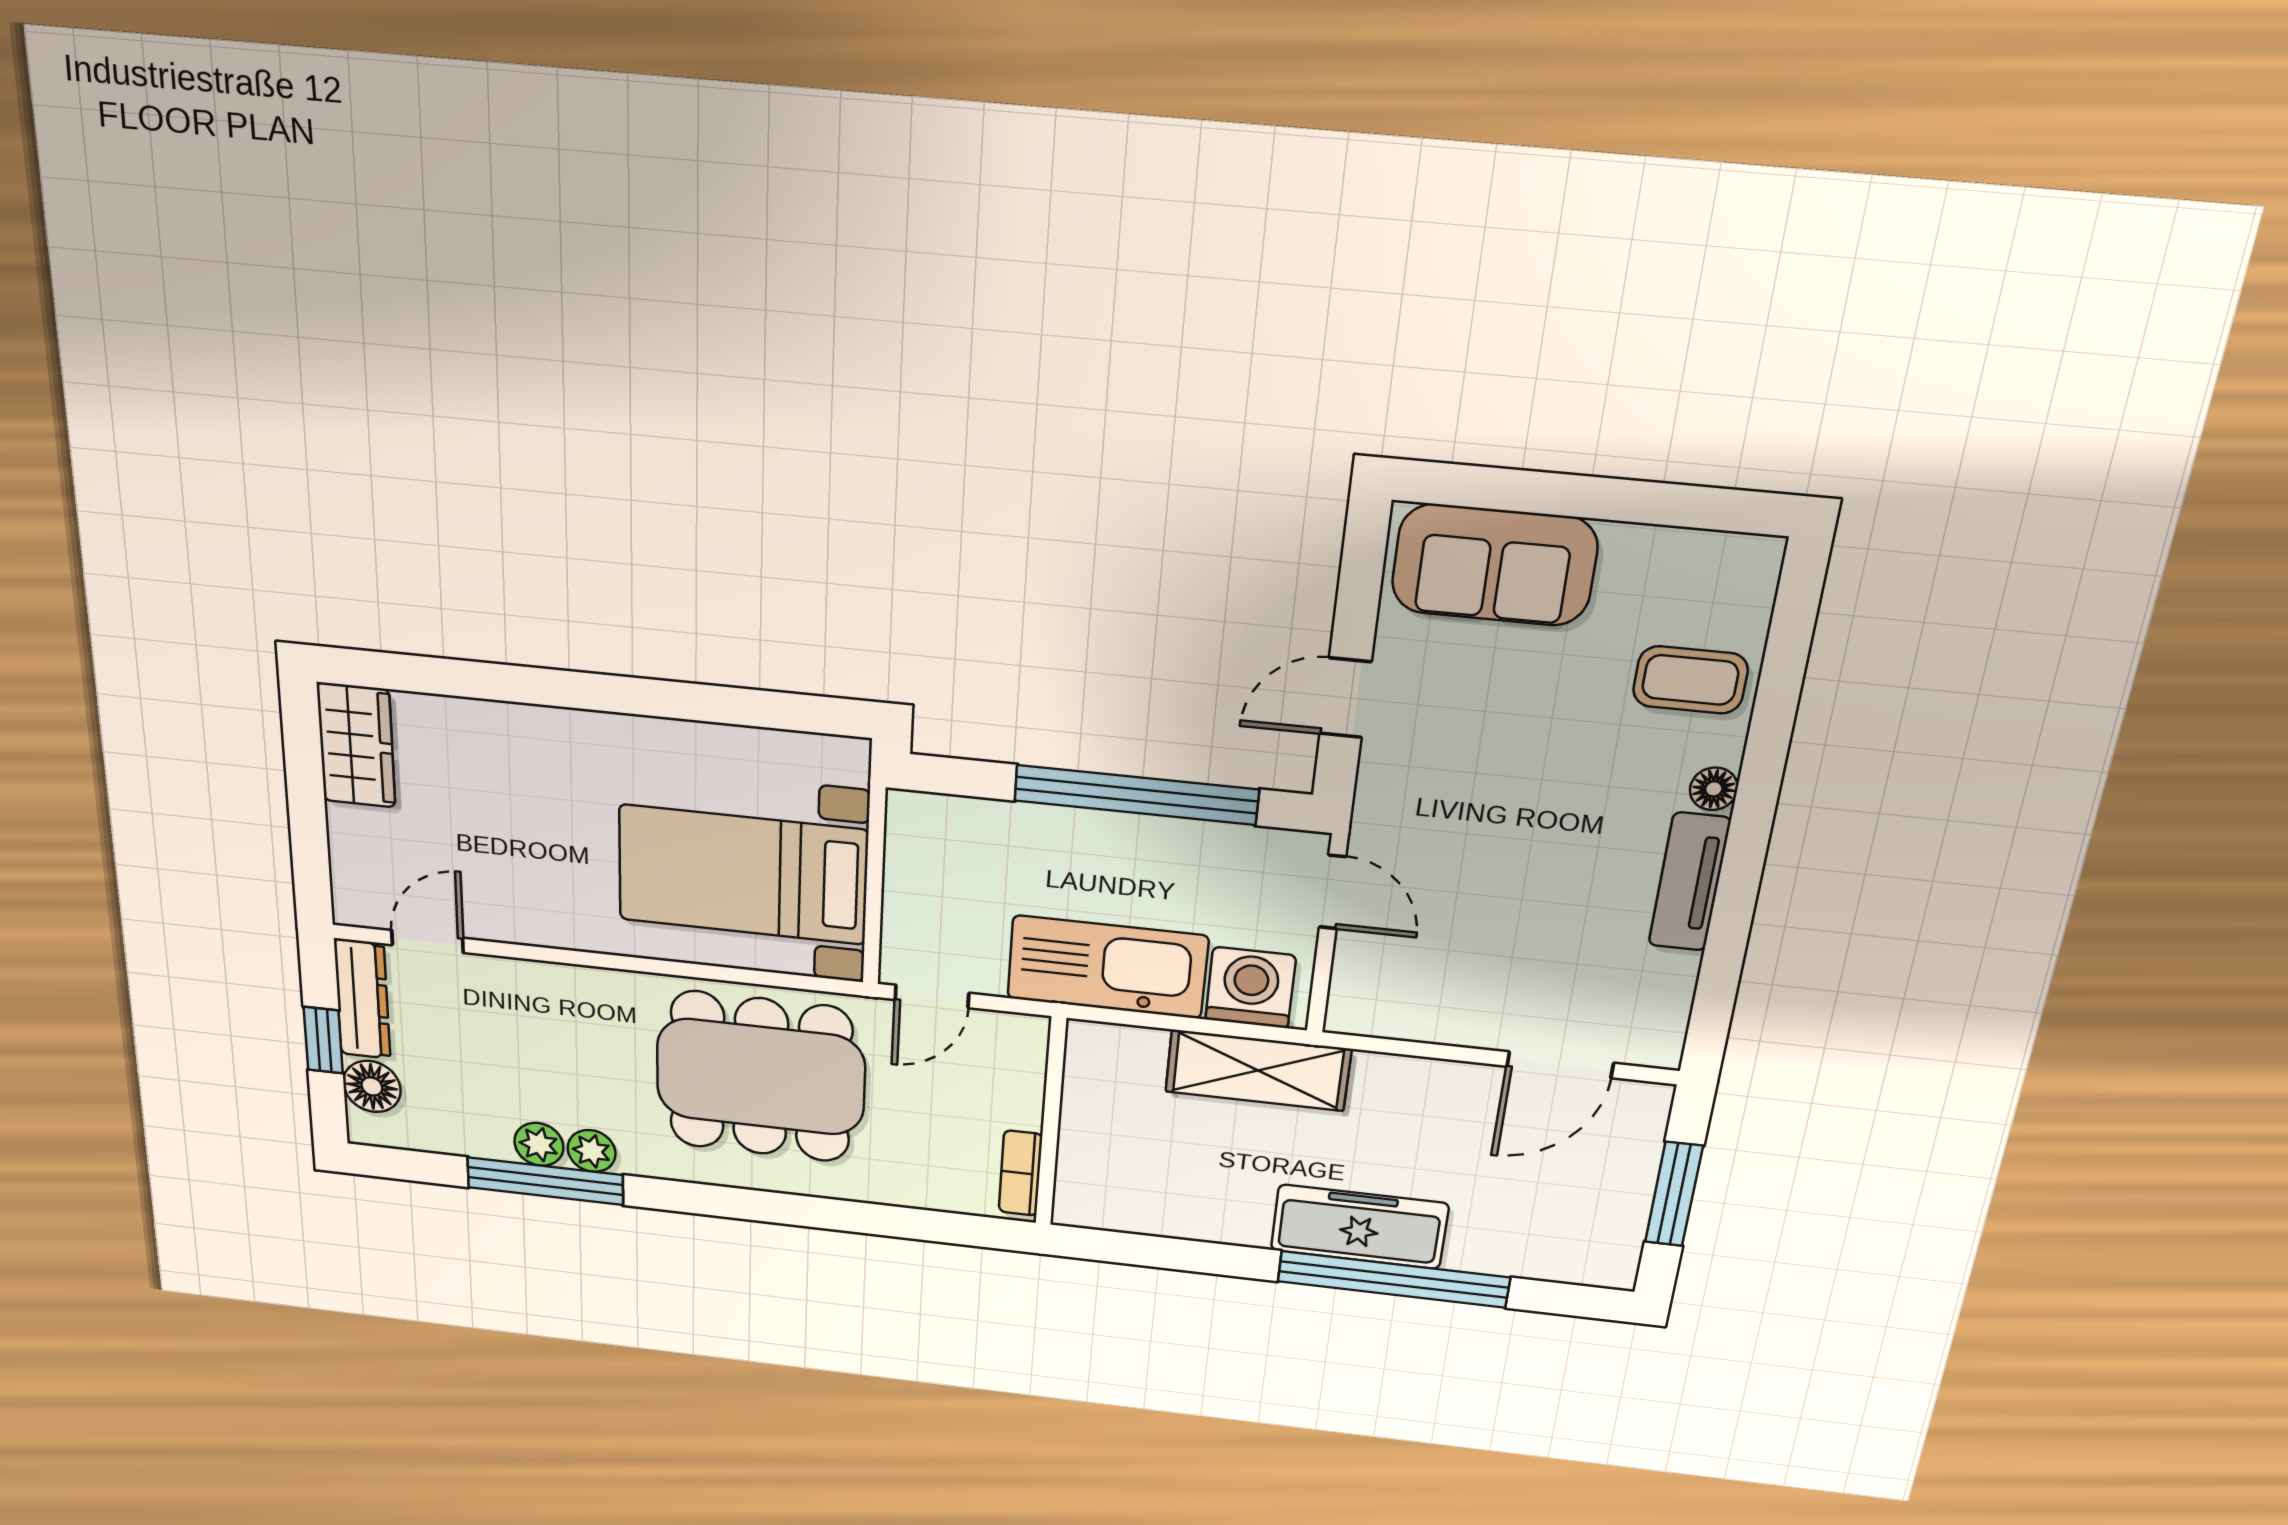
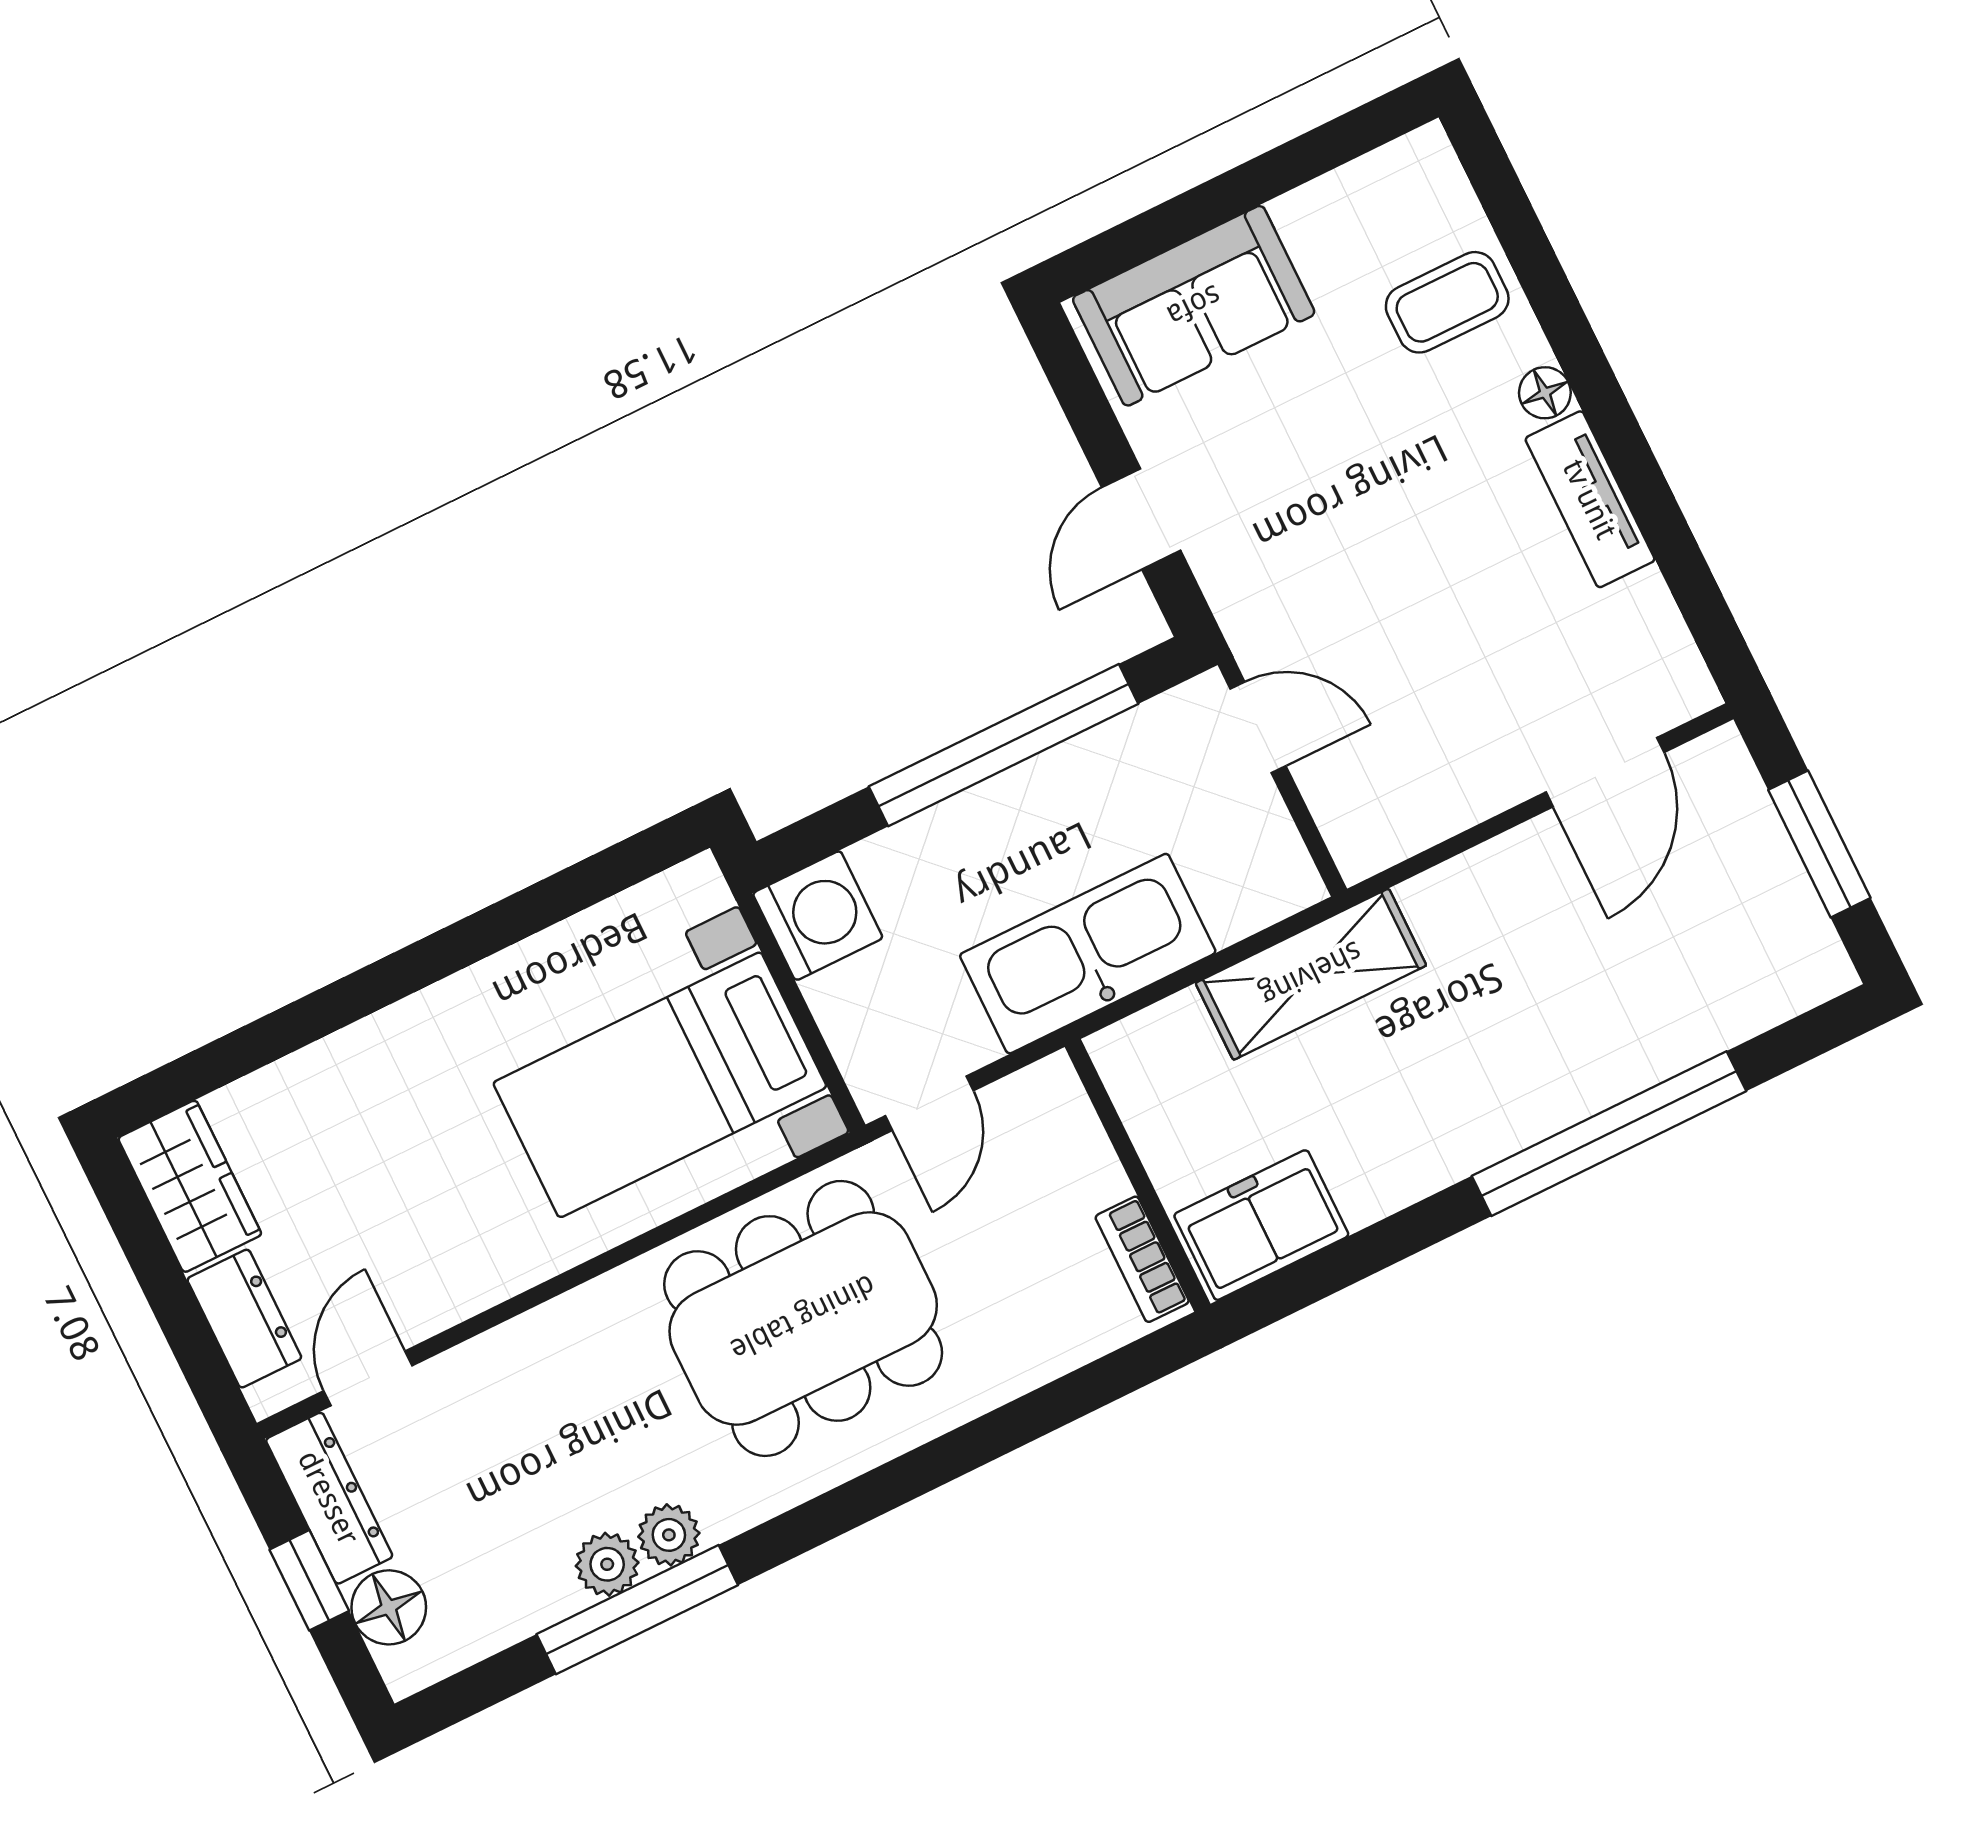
dresser: (355, 854) -> (244, 1319), added
washing machine: (1251, 988) -> (818, 916), moved, turned 90
freezer: (1359, 1227) -> (1261, 1225), moved, width x0.71

